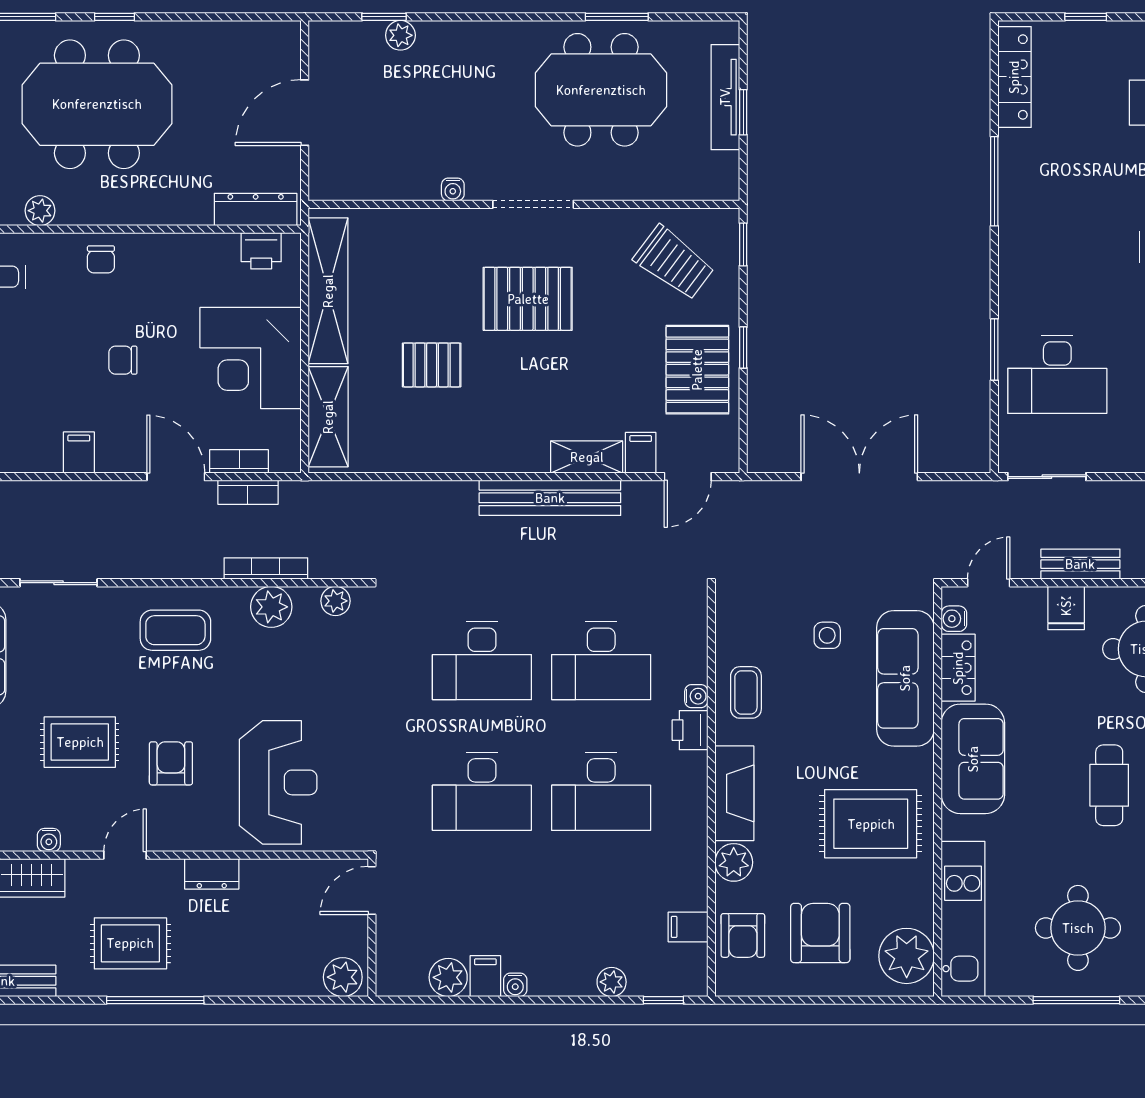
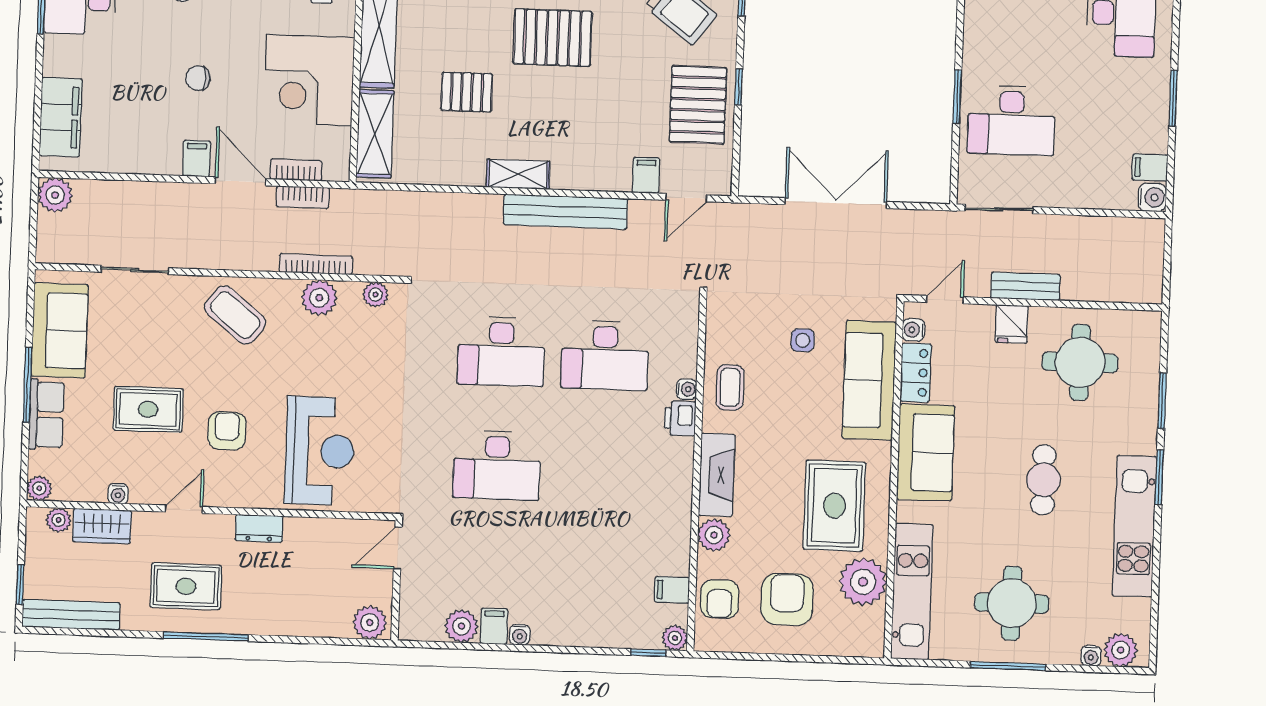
filing cabinet: (79, 453) -> (197, 159), moved
shelving: (587, 457) -> (518, 174), moved
coffee table: (175, 630) -> (235, 315), turned 39
desk: (601, 791) -> (601, 469), removed
rug: (871, 824) -> (834, 506), turned 90
plant: (907, 956) -> (863, 582), moved
plant: (612, 982) -> (675, 638), moved

